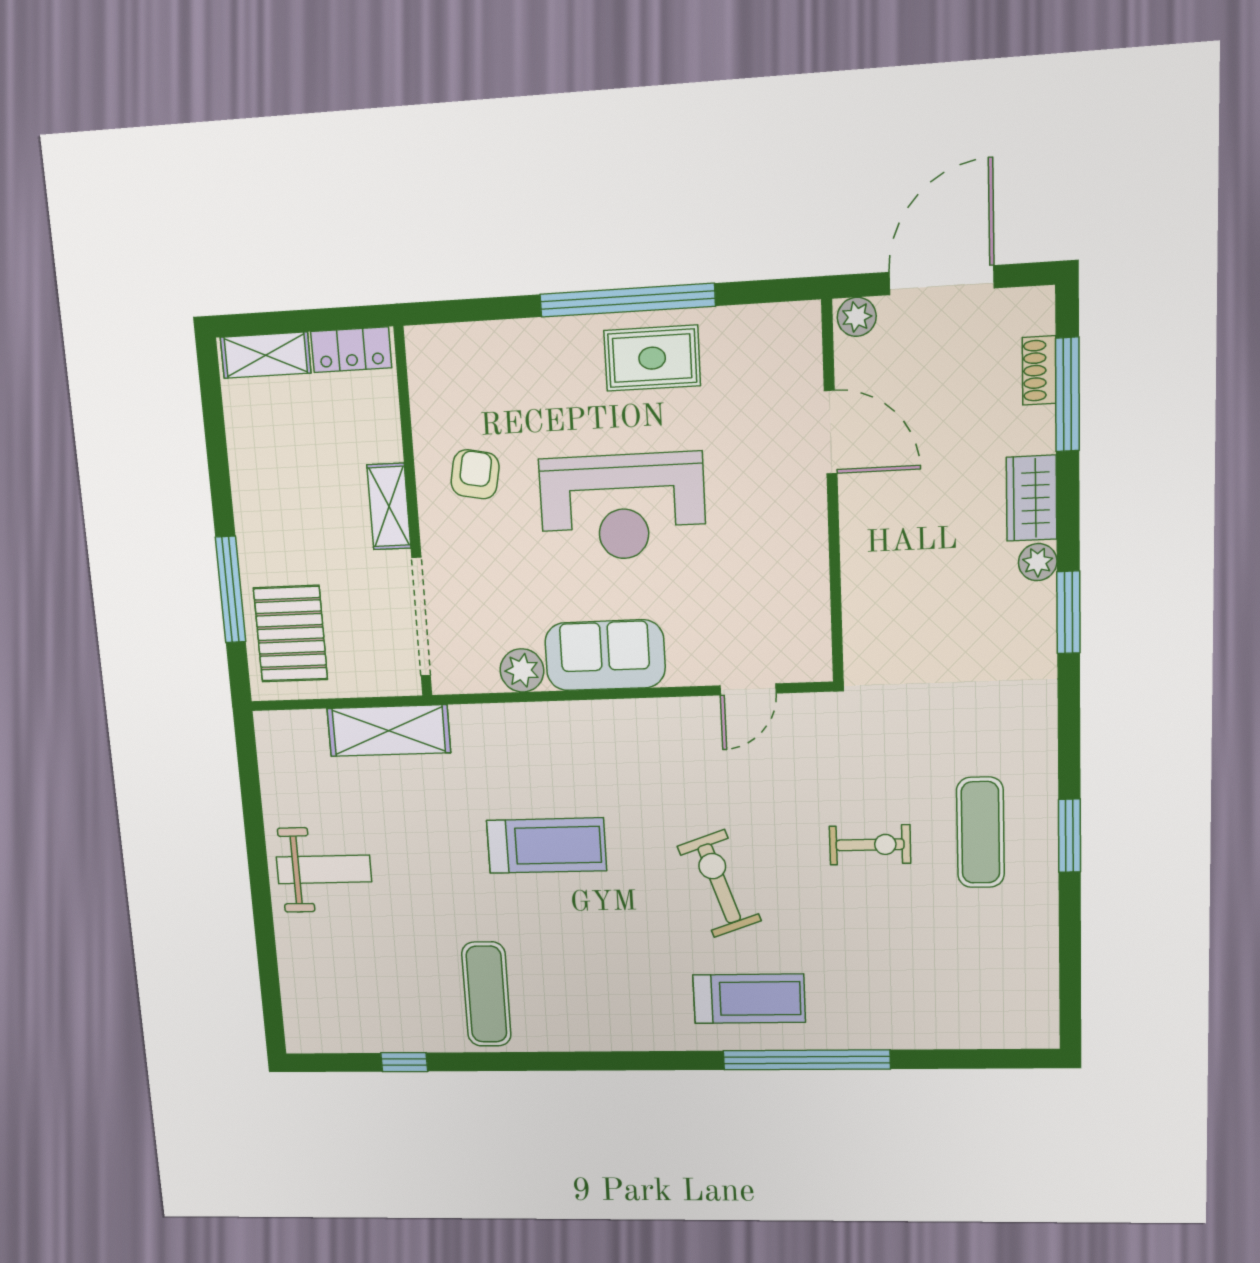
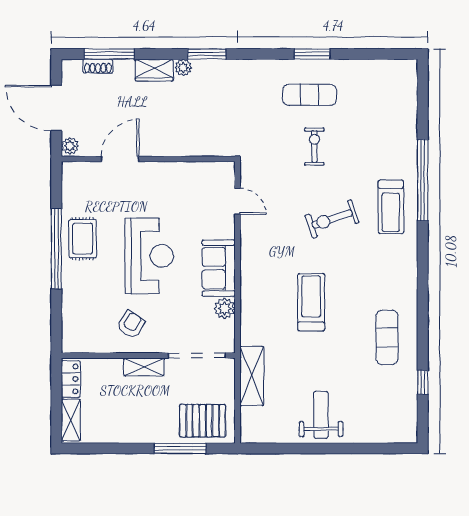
armchair: (475, 474) -> (131, 324), turned 111
exercise mat: (486, 994) -> (387, 337), turned 90
treadmill: (749, 999) -> (391, 207), turned 180

